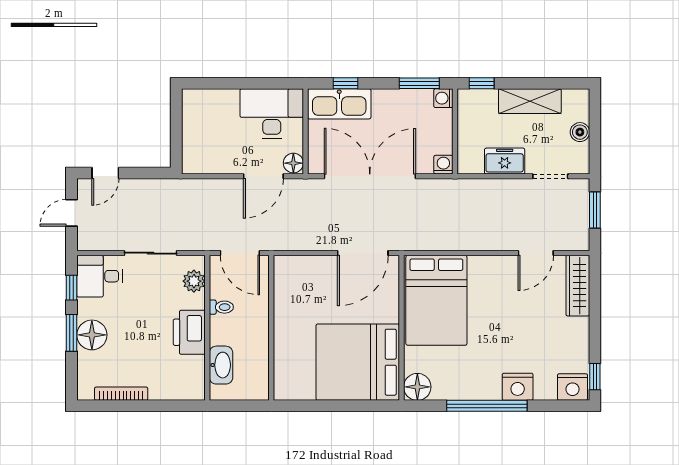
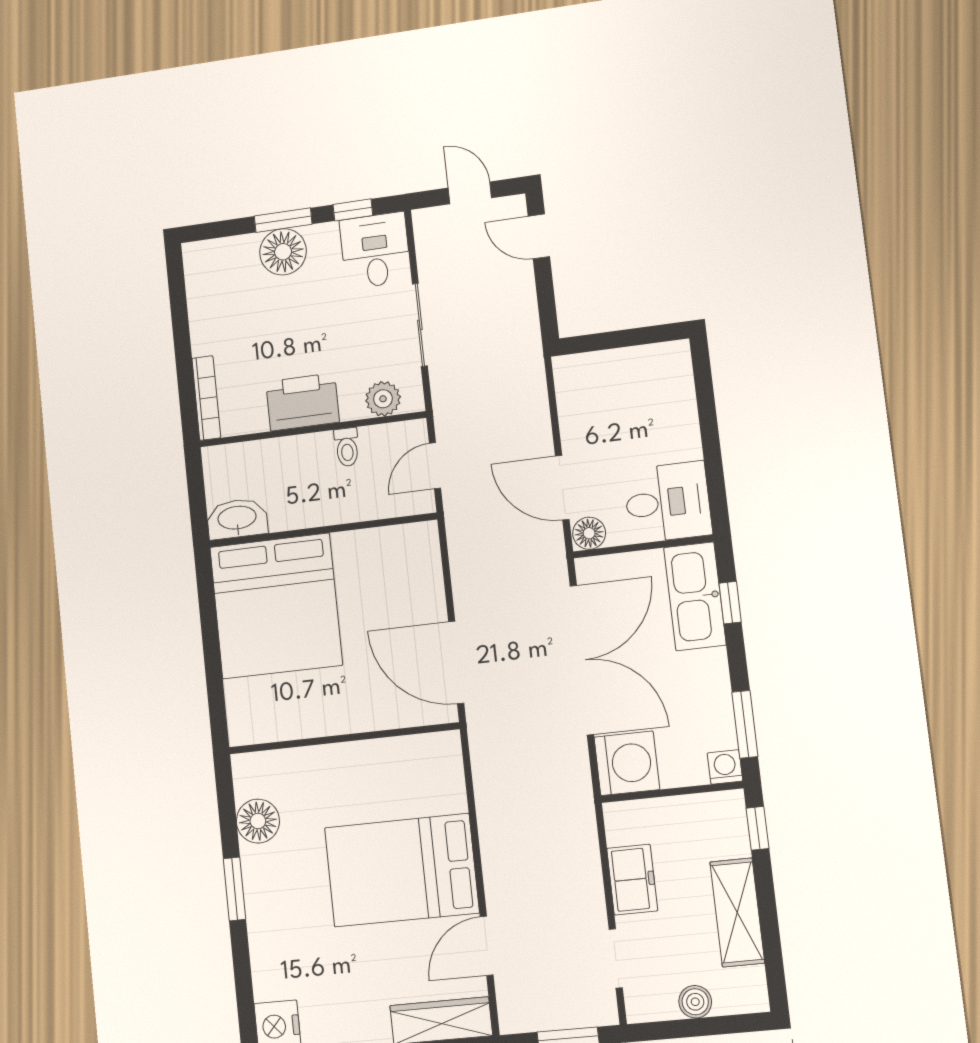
desk: (272, 113) -> (668, 502), width x0.73
washing machine: (443, 165) -> (627, 763), width x1.89, depth x1.89
door: (240, 253) -> (435, 466), width x0.73
door: (536, 253) -> (487, 946), hinge flipped
bed: (436, 300) -> (402, 870), moved
bed: (358, 362) -> (276, 606), moved, turned 180
washbasin: (221, 365) -> (237, 519), moved, turned 180
floor lamp: (417, 387) -> (258, 821), moved
nightstand: (518, 387) -> (269, 936), removed
bookcase: (121, 394) -> (206, 398), moved
window: (487, 406) -> (235, 889), width x0.47

